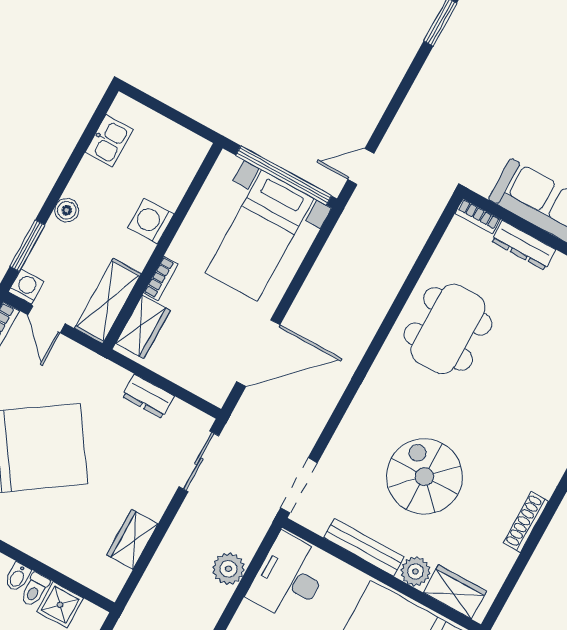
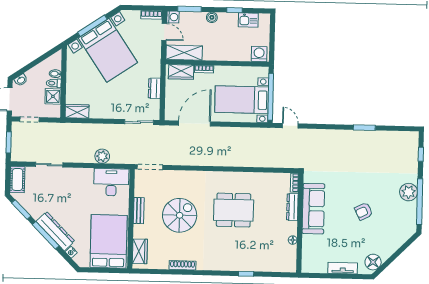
window: (75, 158) -> (234, 10), added
washing machine: (151, 221) -> (259, 54), moved
door: (46, 319) -> (164, 32), swing flipped
dining table: (448, 329) -> (234, 210), moved
door: (258, 353) -> (194, 123), swing flipped
wardrobe: (132, 539) -> (77, 111), moved
bench: (364, 547) -> (139, 211), width x0.73
plant: (415, 571) -> (140, 231), removed

